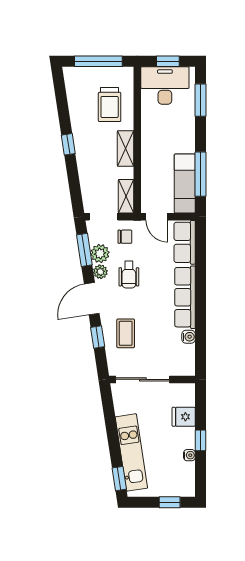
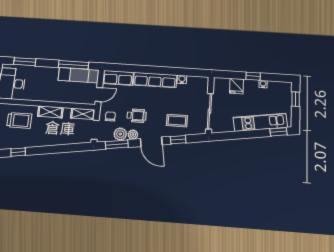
window: (68, 144) -> (18, 152), moved

